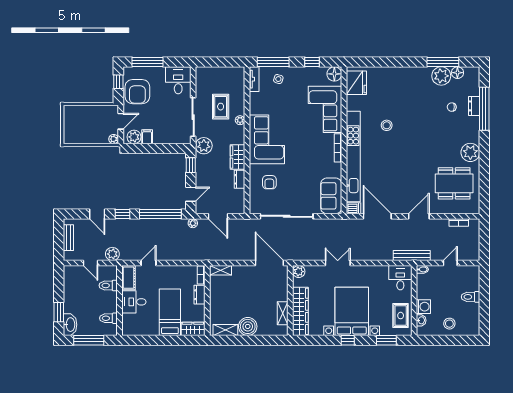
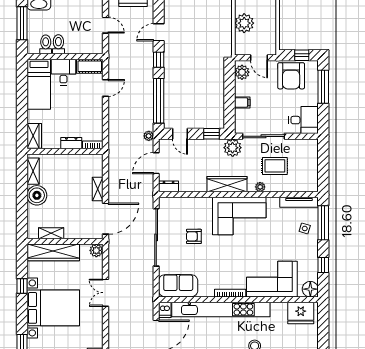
tv unit: (254, 79) -> (299, 202), width x1.41
armchair: (137, 92) -> (291, 76), turned -90
filing cabinet: (147, 137) -> (242, 102), moved
plant: (114, 139) -> (244, 23), moved, width x1.87, depth x1.87
wardrobe: (237, 157) -> (227, 184), width x1.50
dresser: (239, 179) -> (169, 186), moved
armchair: (269, 182) -> (194, 236), moved
plant: (112, 254) -> (115, 49), removed
door: (90, 263) -> (105, 25), swing flipped
door: (149, 263) -> (105, 88), hinge flipped
double door: (338, 263) -> (105, 293), swing flipped
shelving: (220, 270) -> (98, 189), moved
toilet: (108, 285) -> (58, 44), moved
bed: (170, 312) -> (39, 84), moved, turned 90
window: (348, 340) -> (22, 286), moved

